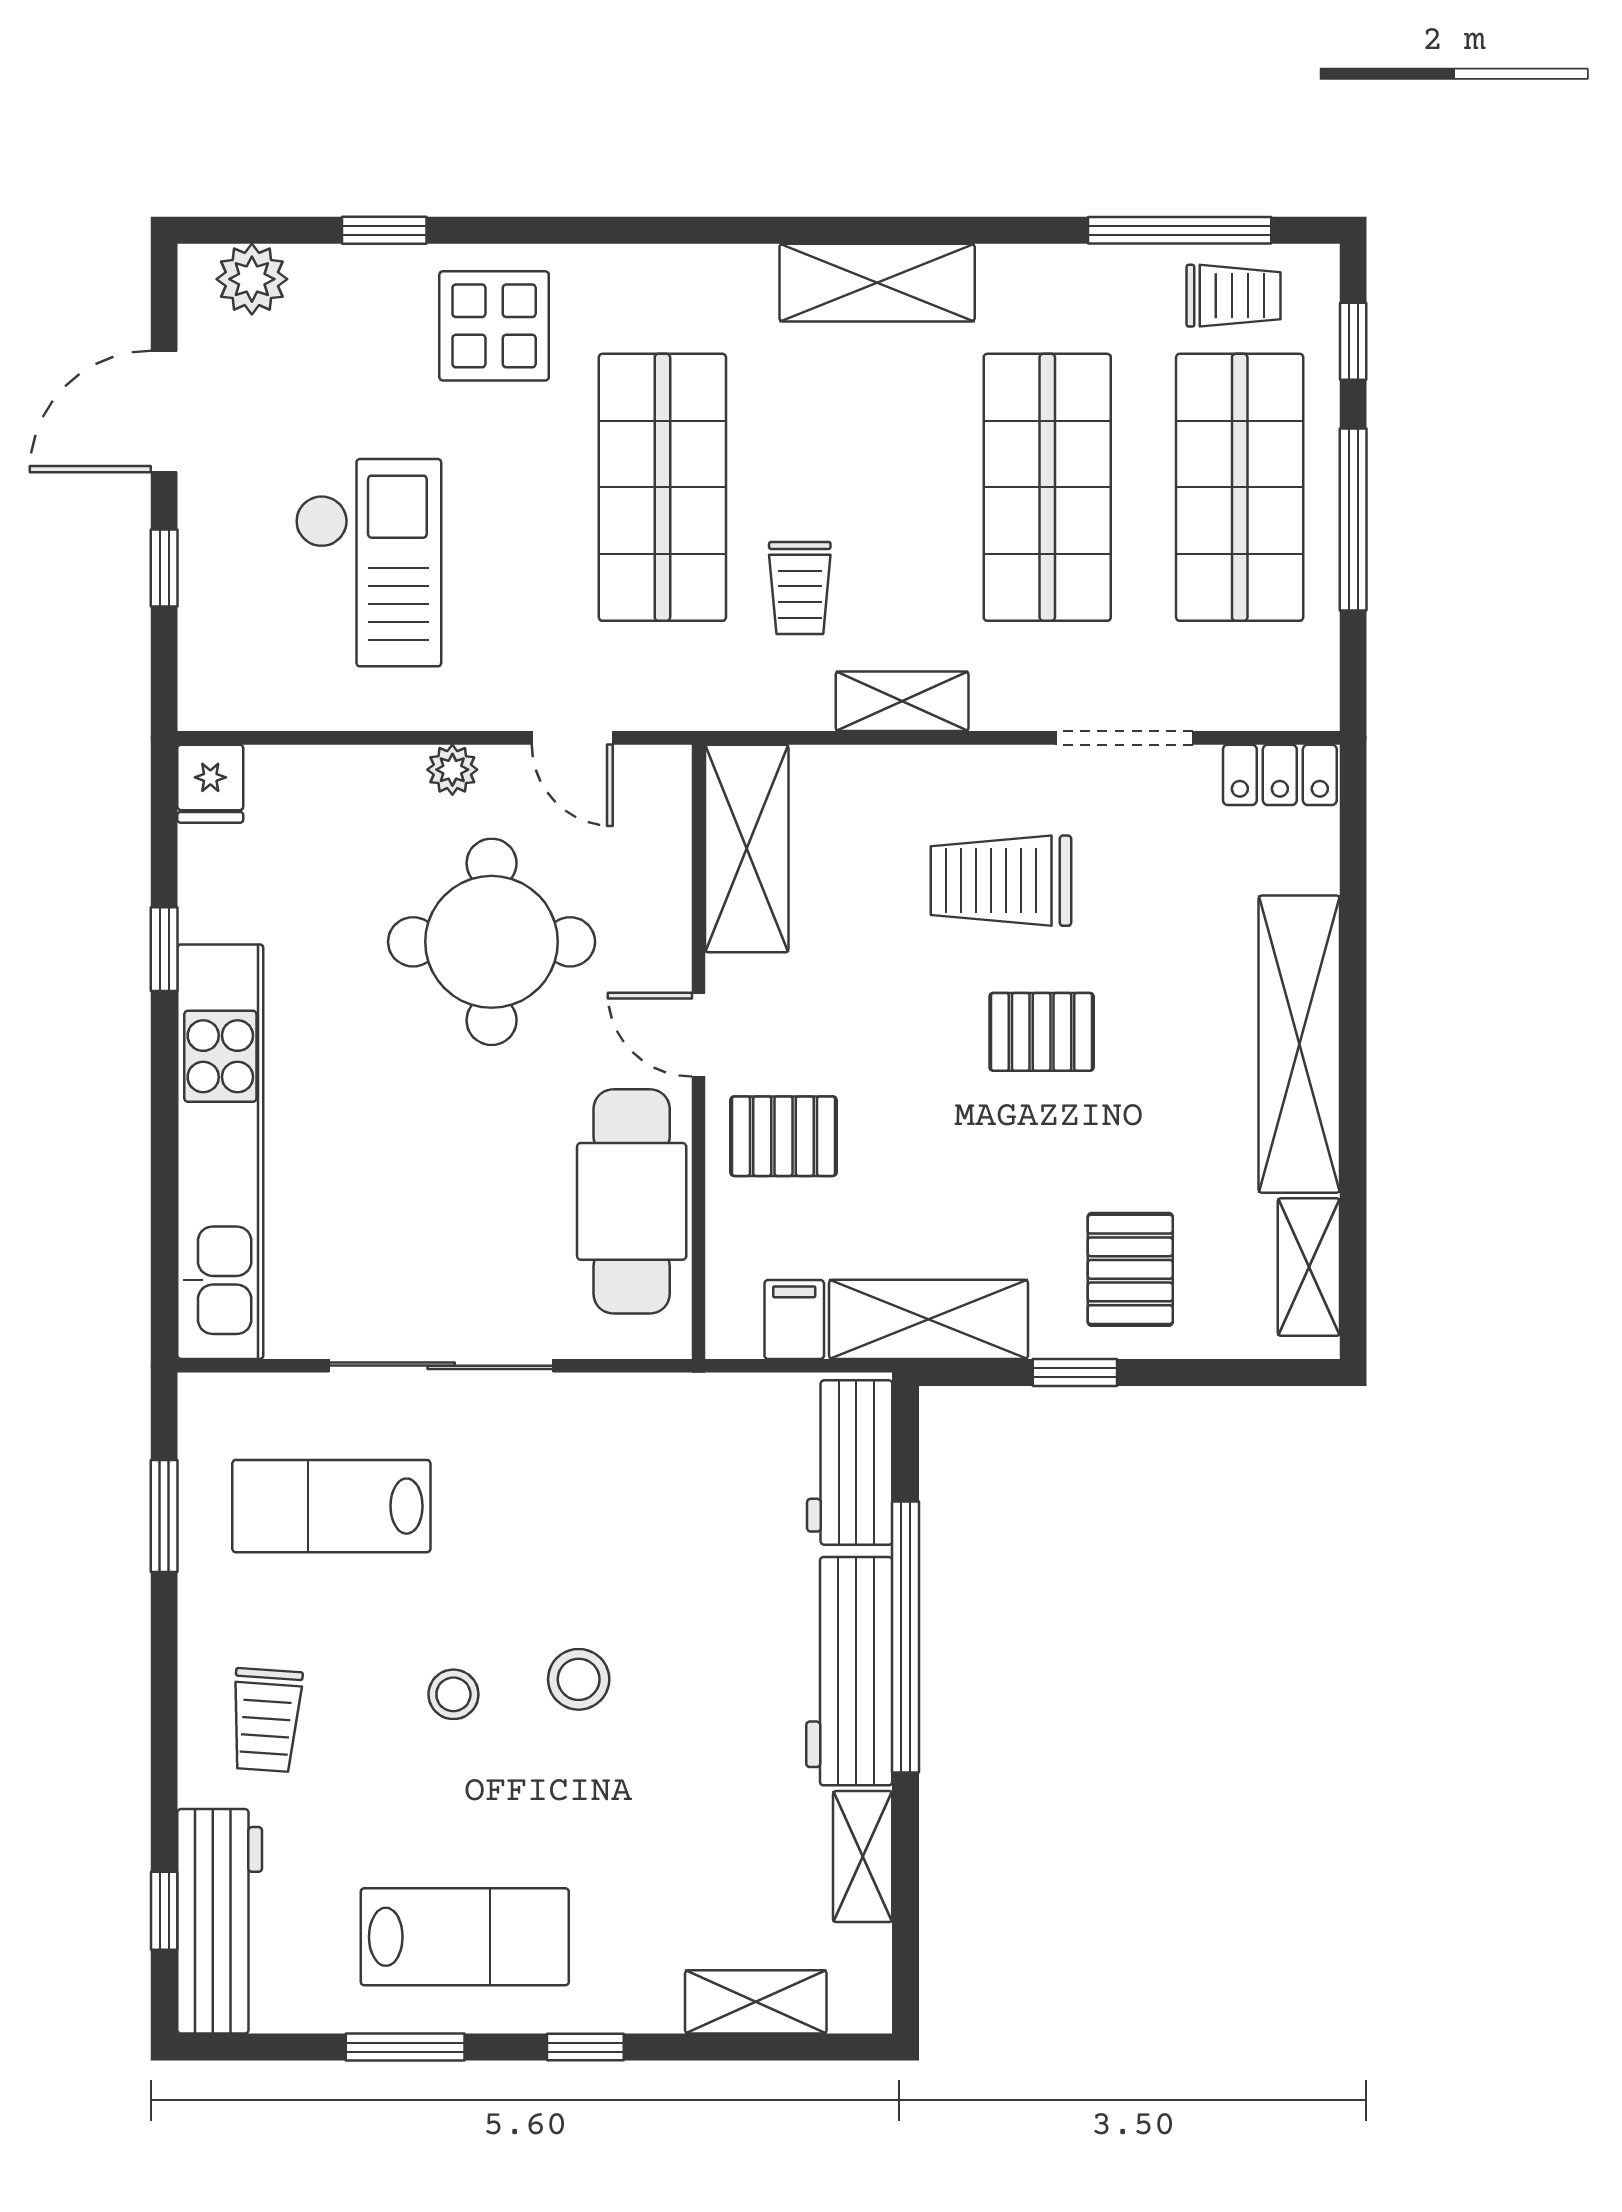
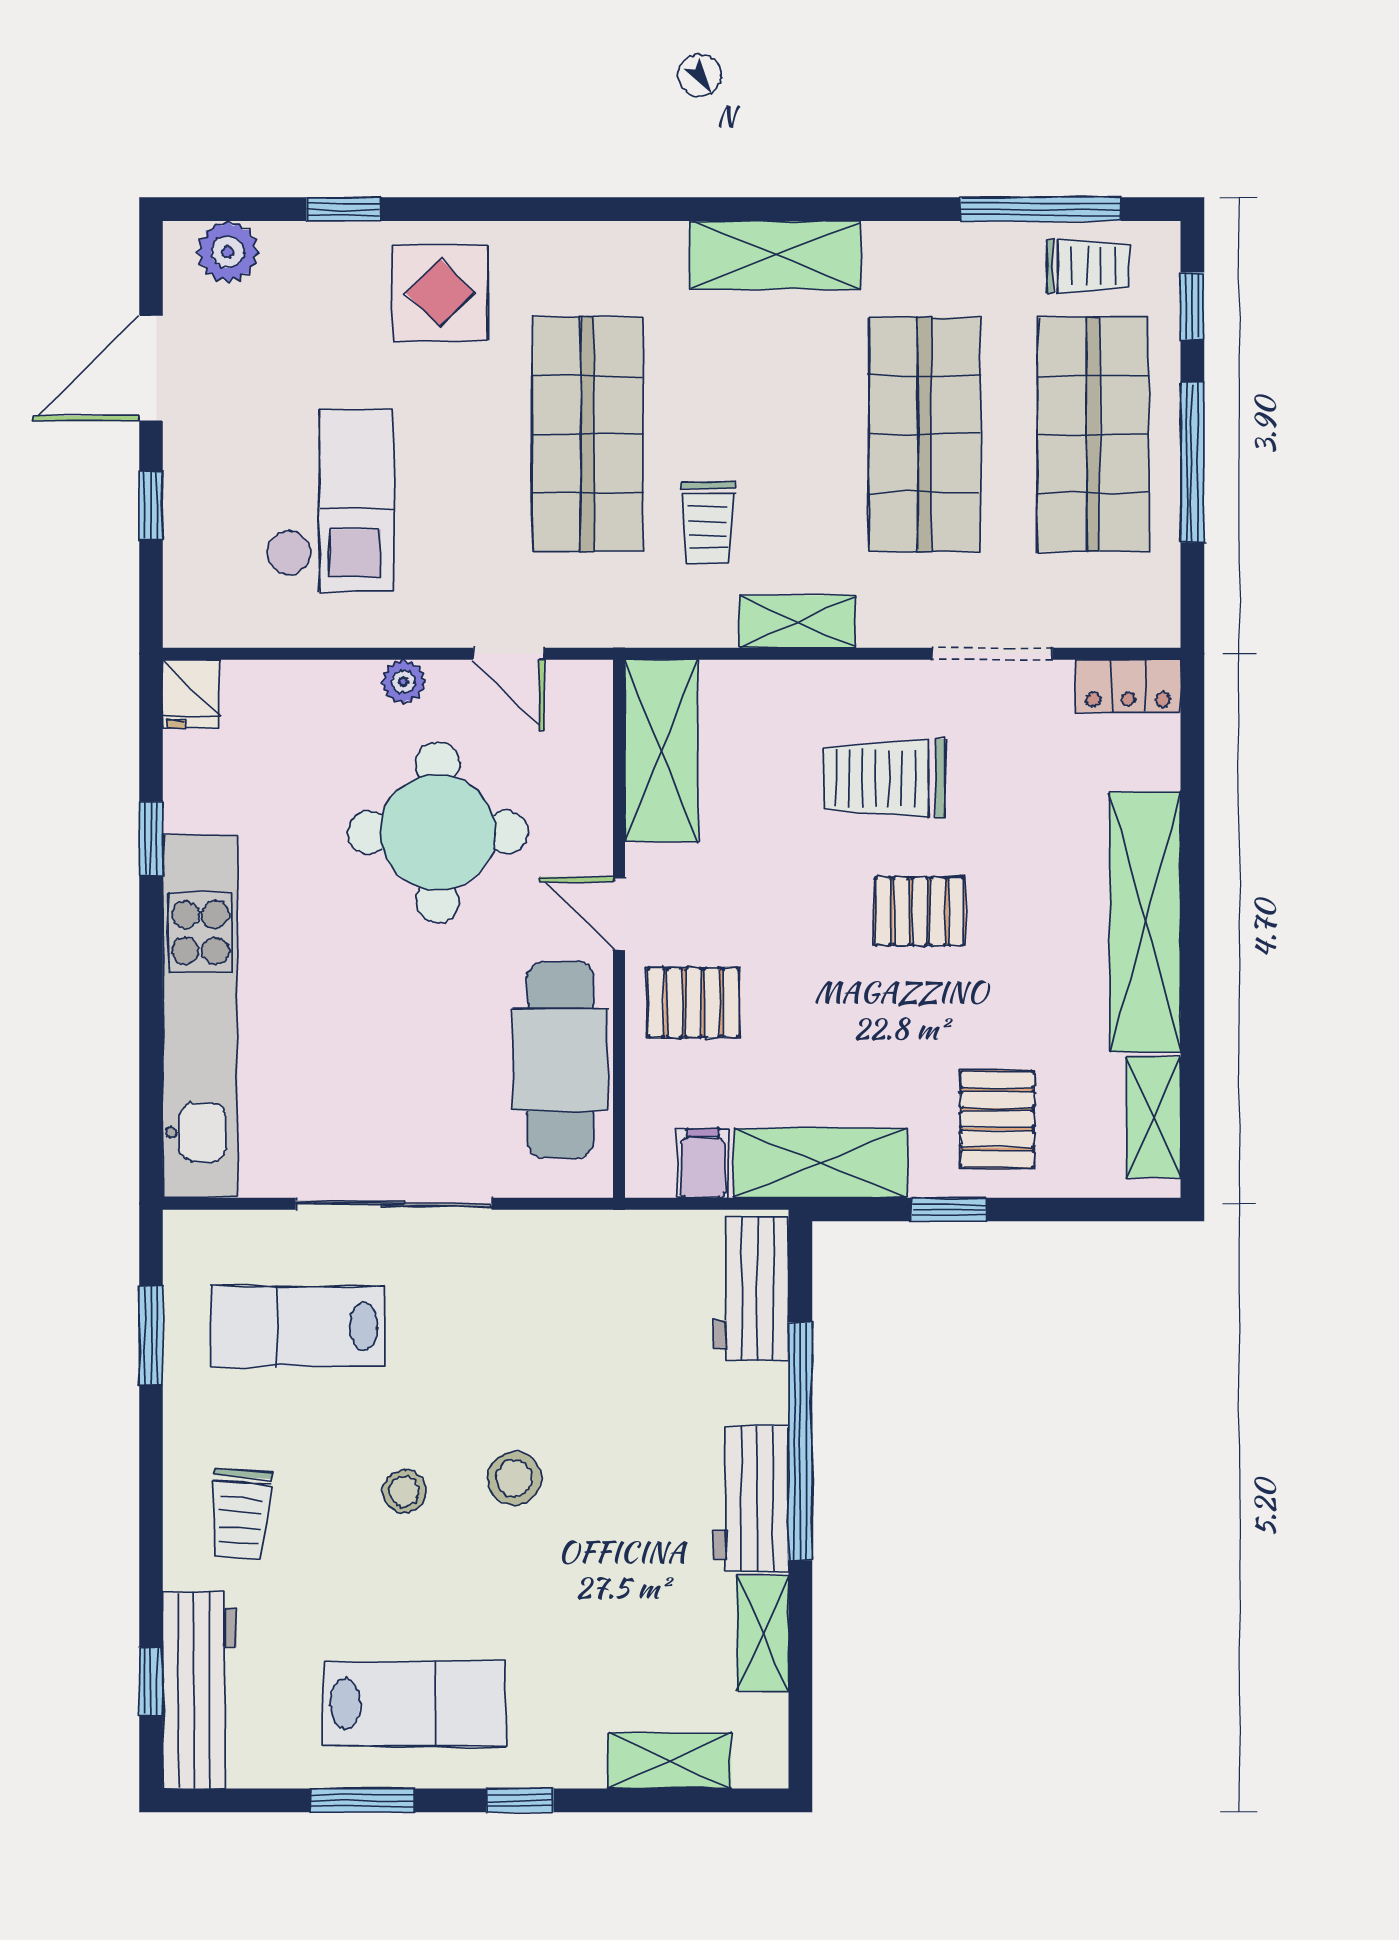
workbench: (849, 1671) -> (751, 1499), width x0.73

